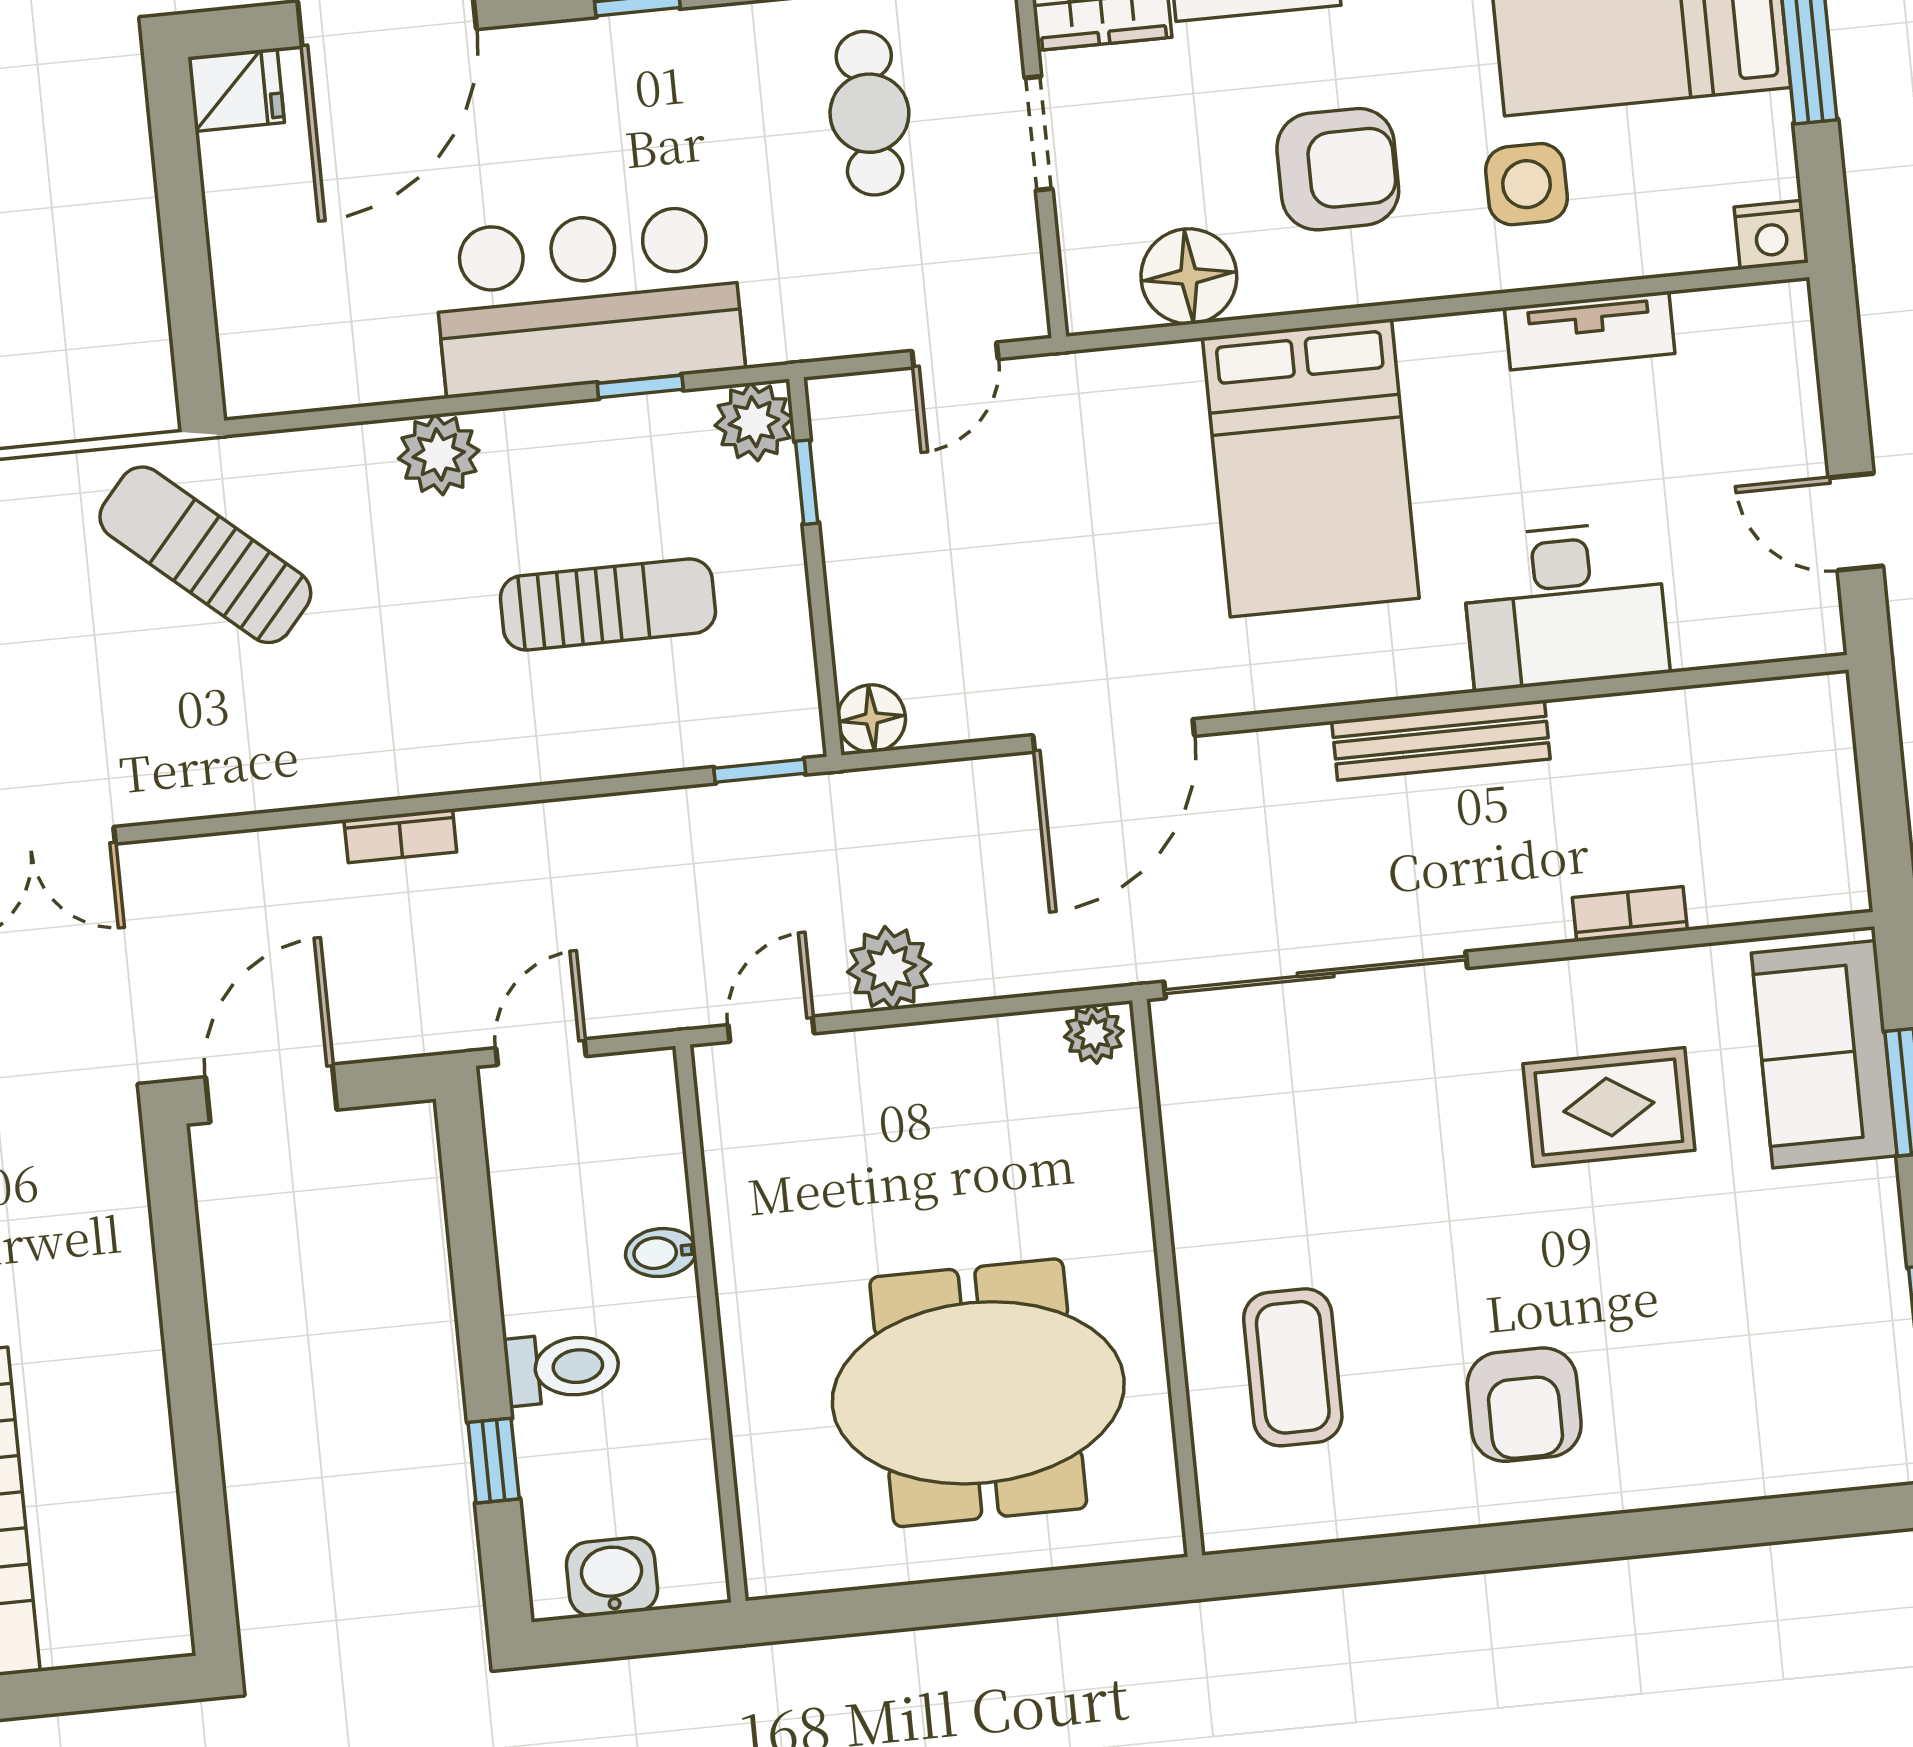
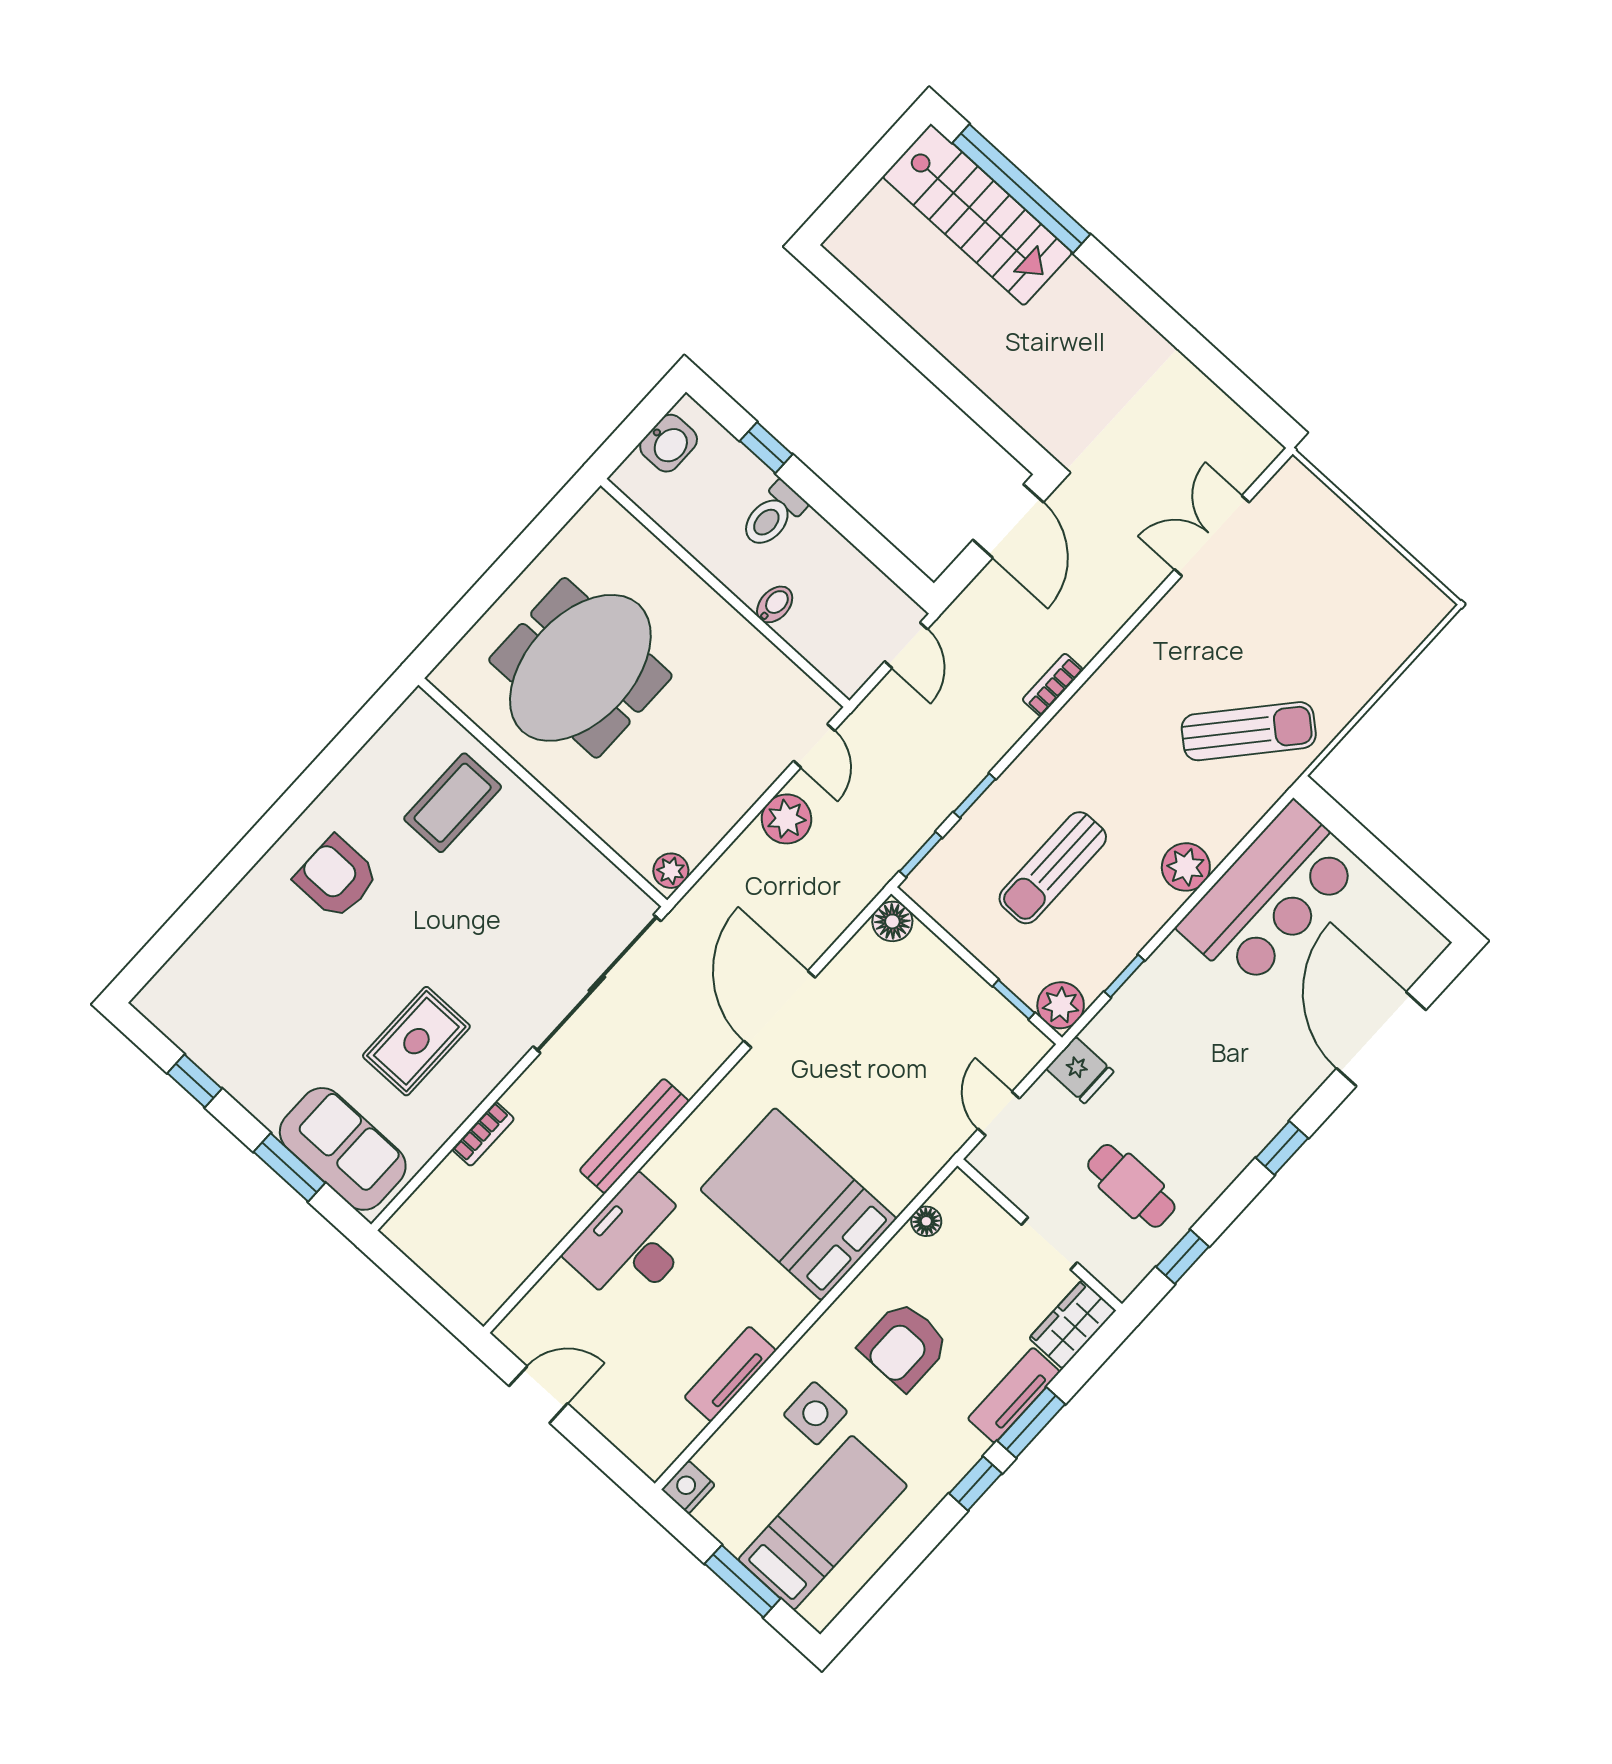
fridge: (236, 90) -> (1080, 1070), moved, turned -90
floor lamp: (1189, 276) -> (926, 1221), width x0.53, depth x0.53
bar counter: (588, 301) -> (1270, 896), moved
window: (625, 784) -> (975, 796), added
coffee table: (1293, 1367) -> (453, 803), turned 90

